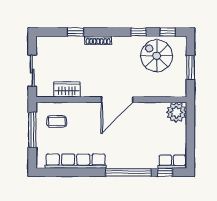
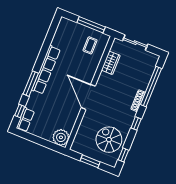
window: (76, 32) -> (151, 86), width x3.17
window: (139, 32) -> (136, 123), moved
spiral stairs: (157, 56) -> (109, 140), turned -90
row of seats: (76, 161) -> (46, 70), moved
window: (128, 172) -> (31, 84), width x0.68

